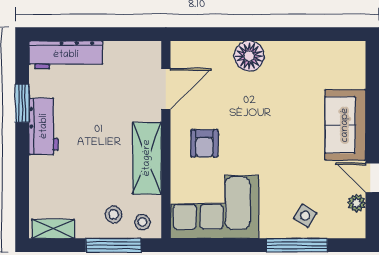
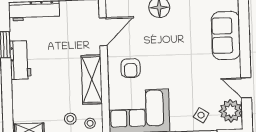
sofa: (345, 125) -> (226, 35), moved
plant: (357, 203) -> (231, 111), width x1.87, depth x1.87

